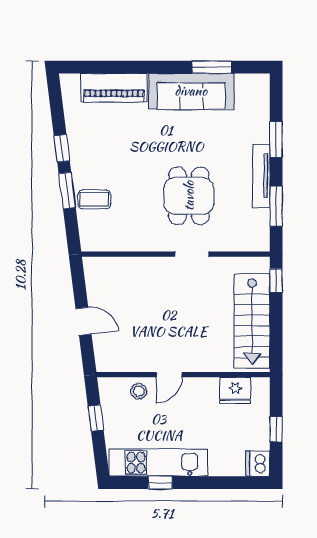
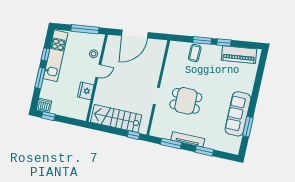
piano: (114, 88) -> (239, 55), moved, turned -97
door: (84, 321) -> (135, 34), width x1.87
door: (169, 375) -> (98, 71), swing flipped
fridge: (235, 390) -> (86, 91), moved
window: (96, 418) -> (85, 29), width x2.17
window: (276, 429) -> (48, 116), moved
window: (207, 483) -> (40, 78), added

